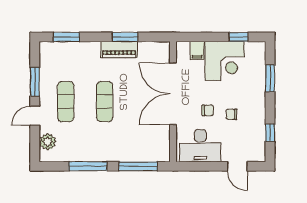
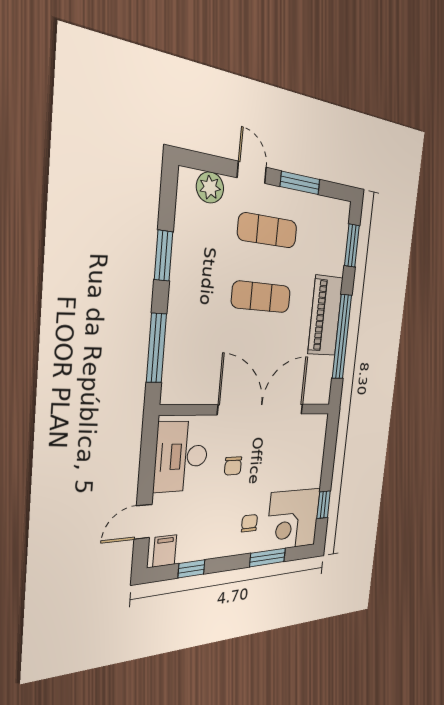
window: (125, 37) -> (342, 337), width x2.11
piano: (119, 50) -> (325, 316), width x1.37, depth x1.33
filing cabinet: (197, 50) -> (165, 551), moved, turned 90
corner desk: (225, 61) -> (293, 519), moved
chair: (231, 114) -> (249, 523), moved
window: (88, 166) -> (163, 256), width x0.69

